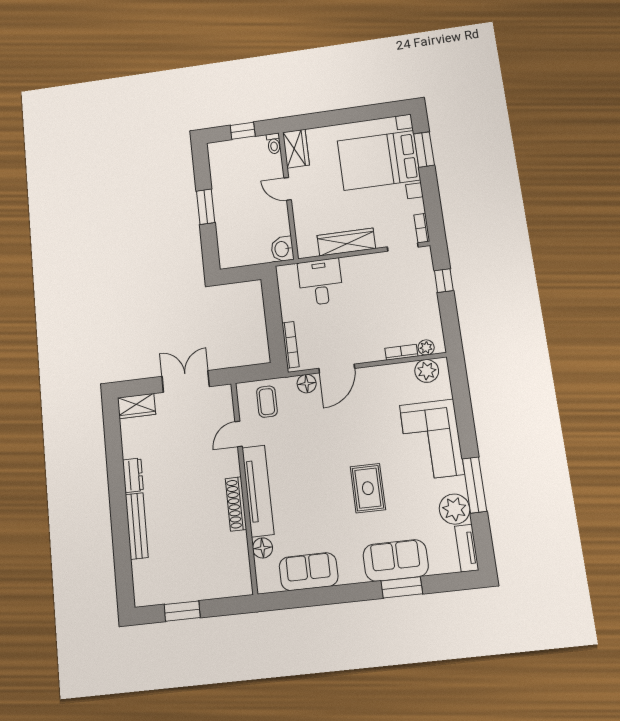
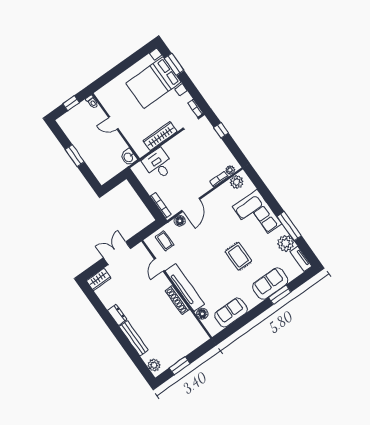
wardrobe: (296, 149) -> (106, 99), removed
plant: (144, 587) -> (154, 365), added

